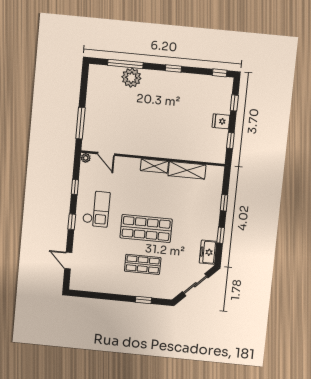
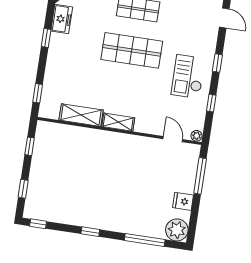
plant: (131, 78) -> (177, 230), moved
fridge: (221, 121) -> (183, 201), moved, turned 180
window: (224, 203) -> (38, 93), moved

